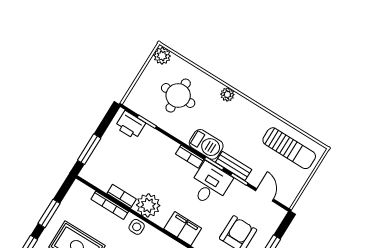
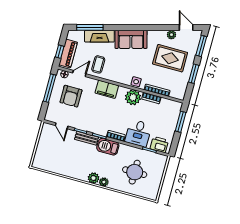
plant: (162, 56) -> (94, 178), moved
sun lounger: (289, 148) -> (55, 160), removed
desk: (210, 184) -> (138, 133), moved

